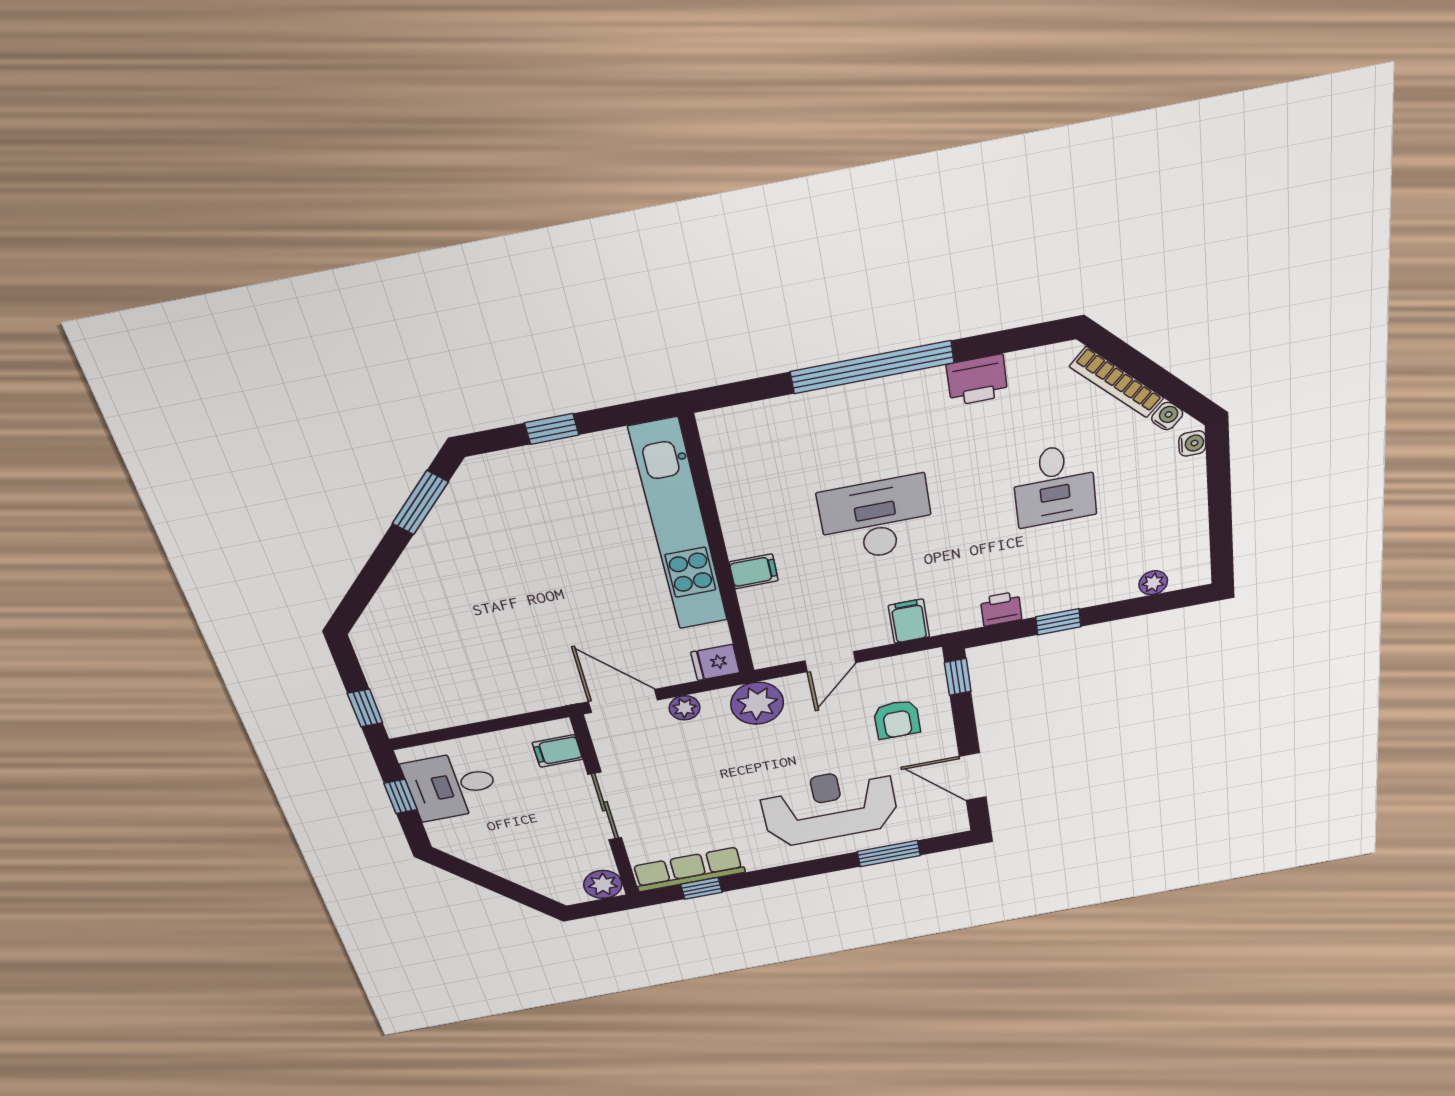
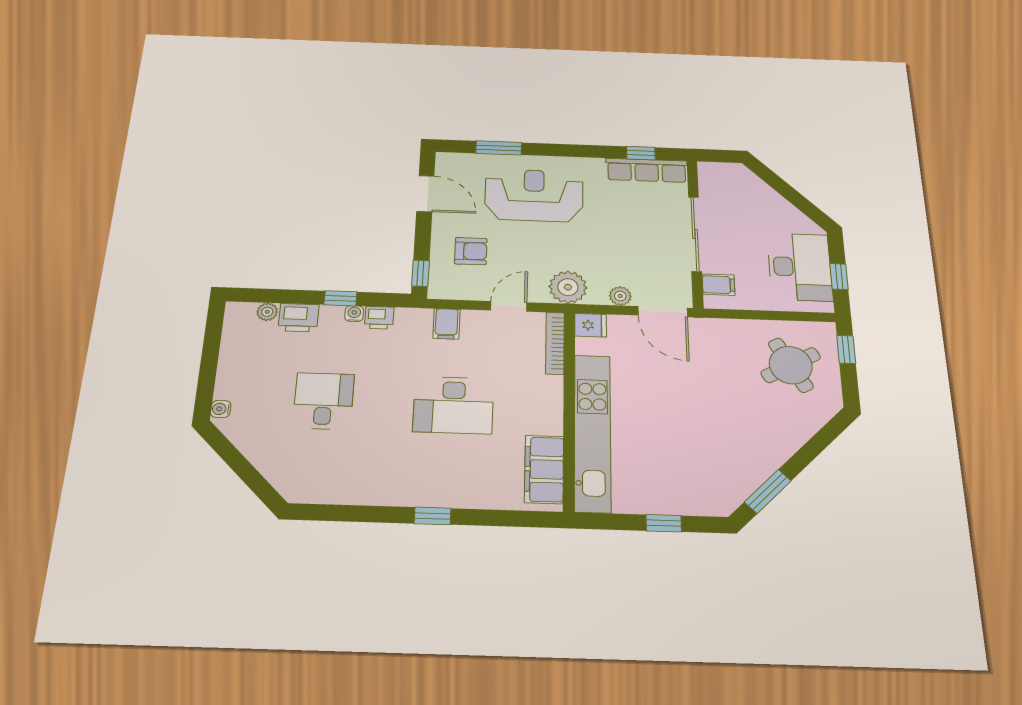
window: (872, 367) -> (433, 516), width x0.32
printer: (977, 380) -> (299, 318), moved, turned 180
bookcase: (1117, 382) -> (555, 343), moved, turned -135
water cooler: (1167, 416) -> (354, 314), moved, turned 135
filing cabinet: (754, 571) -> (544, 469), moved, width x3.00, depth x1.17
round table: (434, 672) -> (791, 365), added
armchair: (897, 719) -> (471, 251), turned 90
desk: (452, 786) -> (800, 267), width x1.37
sliding door: (605, 806) -> (695, 234), width x1.37
reception desk: (829, 806) -> (534, 195), turned 180
plant: (603, 884) -> (711, 173), removed

